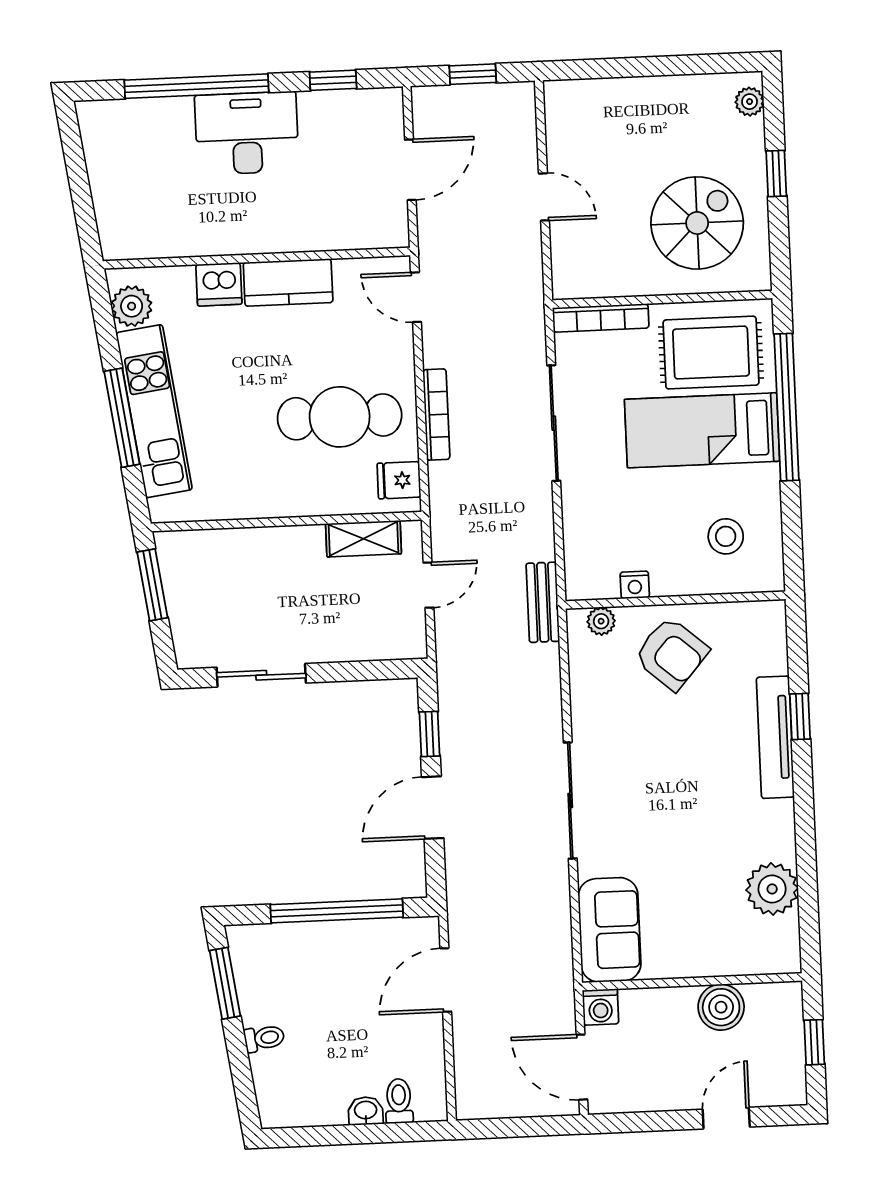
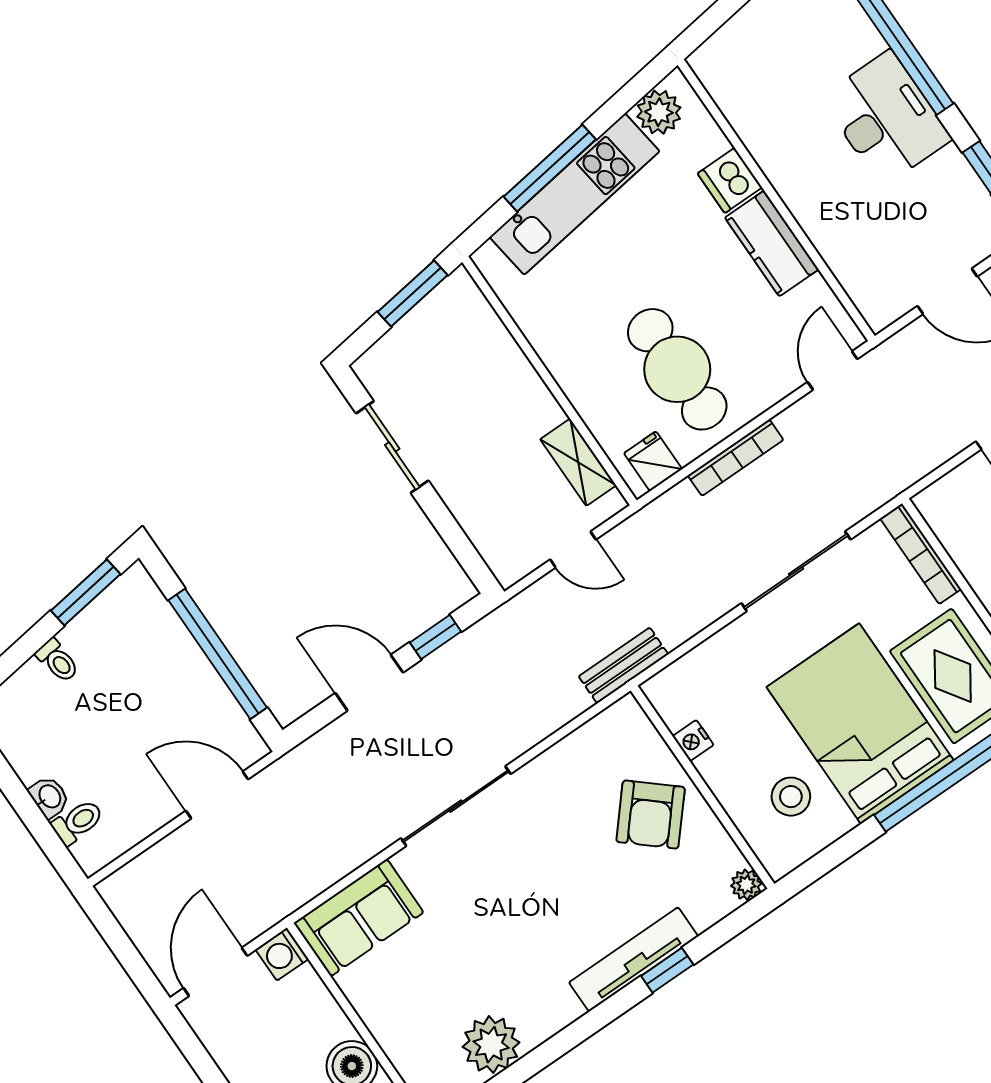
bed: (702, 430) -> (860, 724), width x1.50
plant: (601, 621) -> (746, 885), moved

